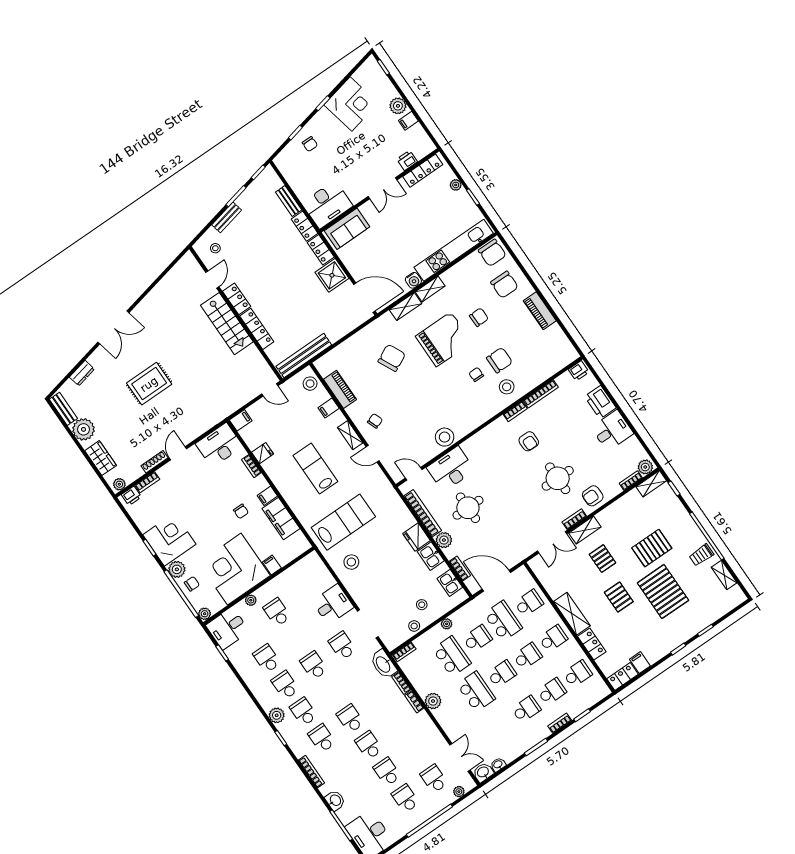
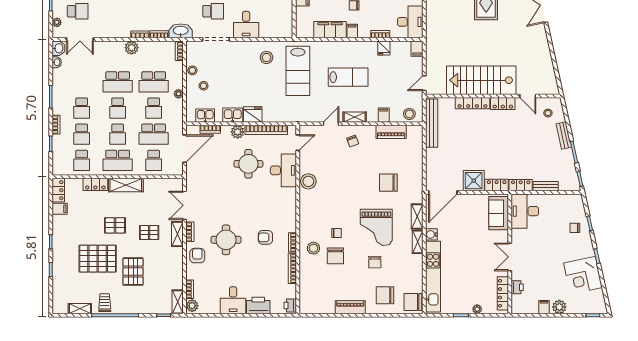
stairs: (227, 324) -> (481, 80), width x1.36, depth x1.51
chair: (392, 358) -> (388, 183), turned 116
school desk: (553, 638) -> (118, 160), width x1.85

